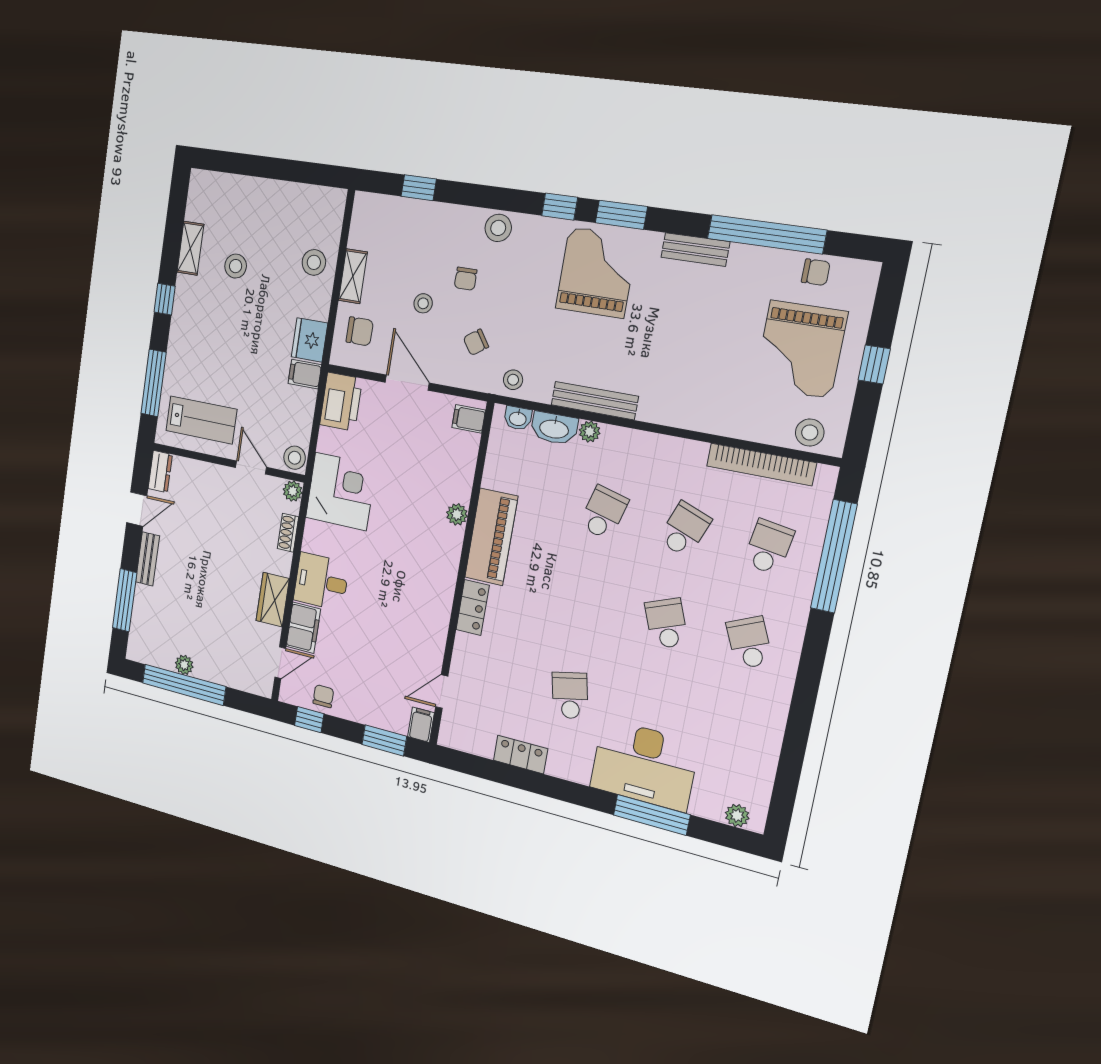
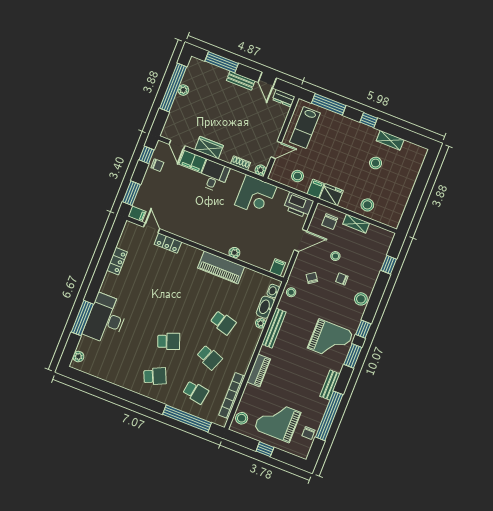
piano: (693, 415) -> (259, 371), added
stool: (295, 458) -> (298, 176), moved
locker: (473, 607) -> (168, 243), moved
school desk: (570, 695) -> (142, 291), removed

